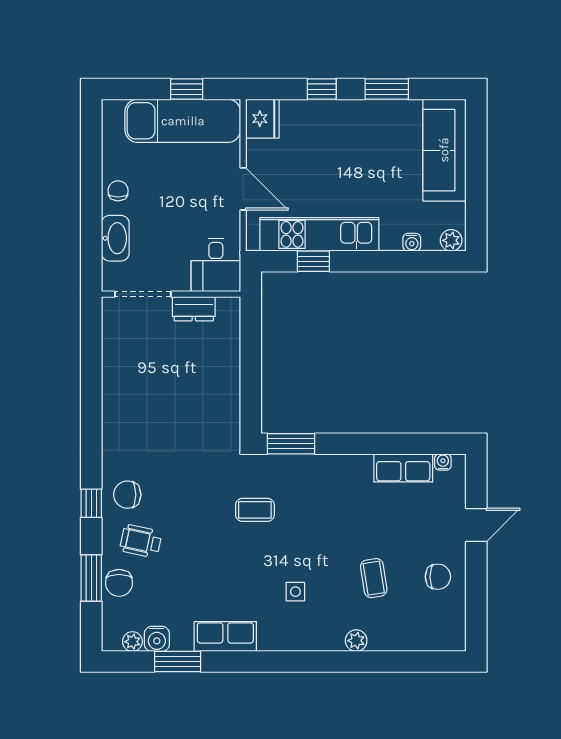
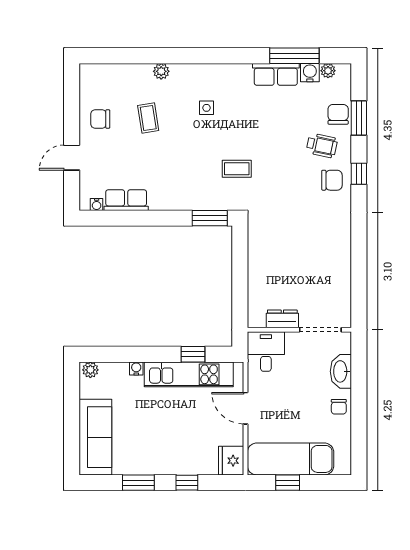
water cooler: (412, 242) -> (136, 368), moved
row of seats: (225, 636) -> (276, 74), moved
window: (178, 662) -> (294, 56), width x1.44

